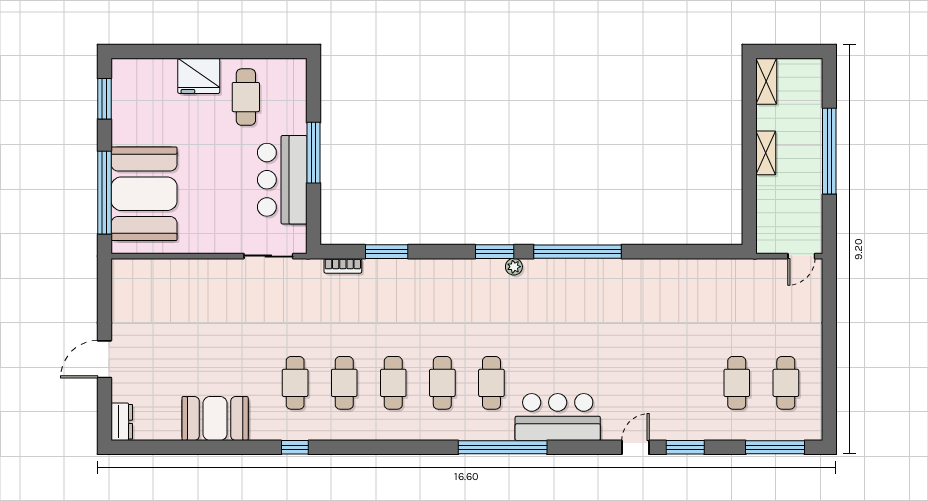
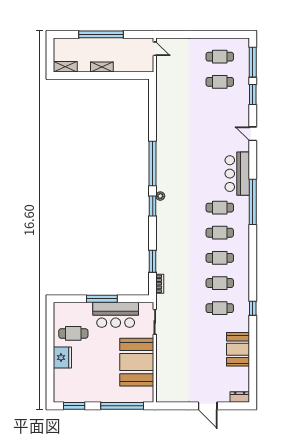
booth: (144, 194) -> (137, 362), moved, turned 90
window: (685, 447) -> (253, 95), moved

